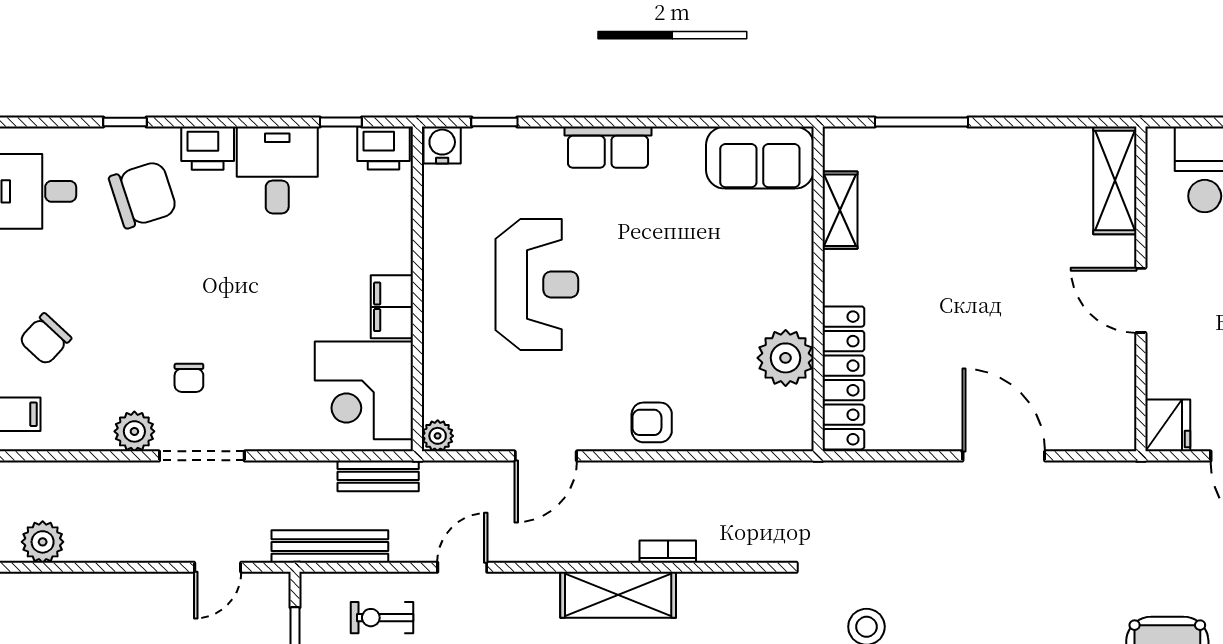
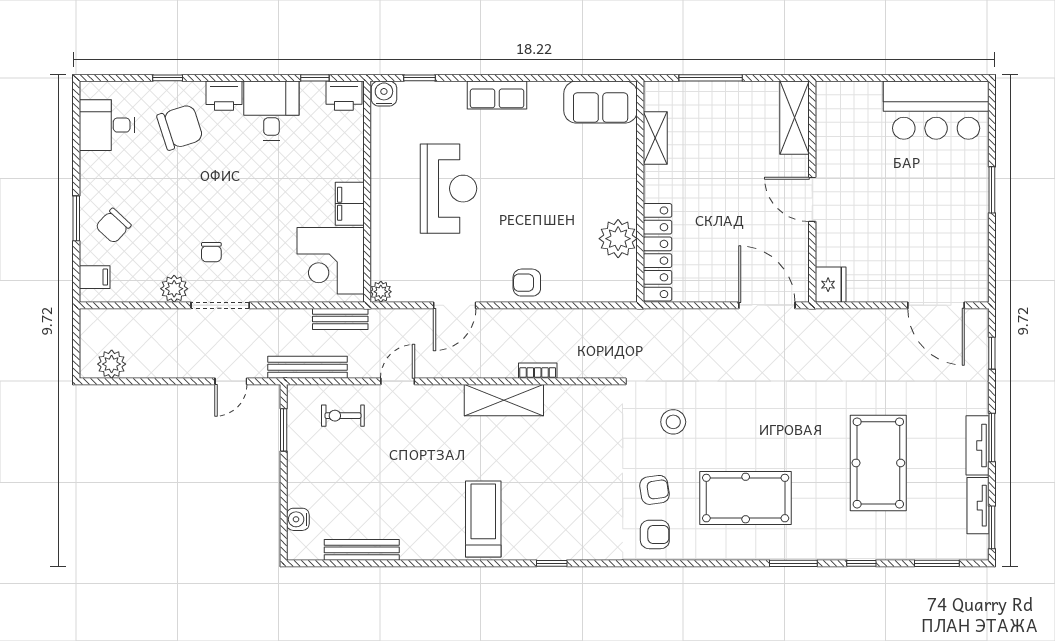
shelving: (1115, 180) -> (794, 118), moved
wall: (1141, 289) -> (812, 192), moved
door: (1141, 300) -> (812, 199), moved
fridge: (1168, 425) -> (831, 285), moved

